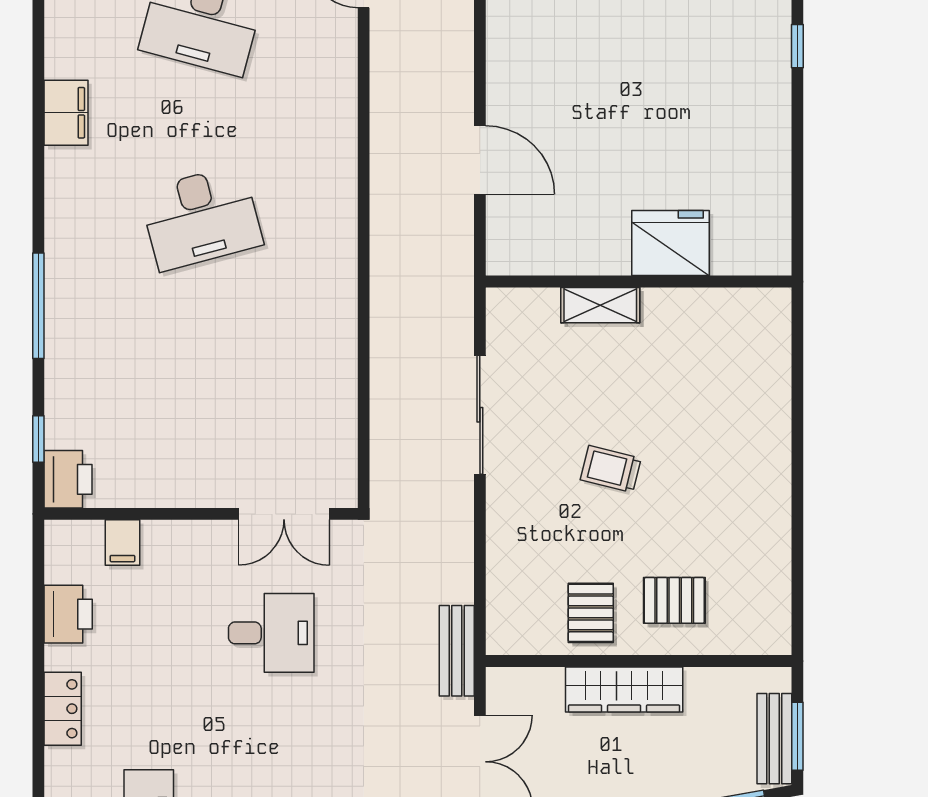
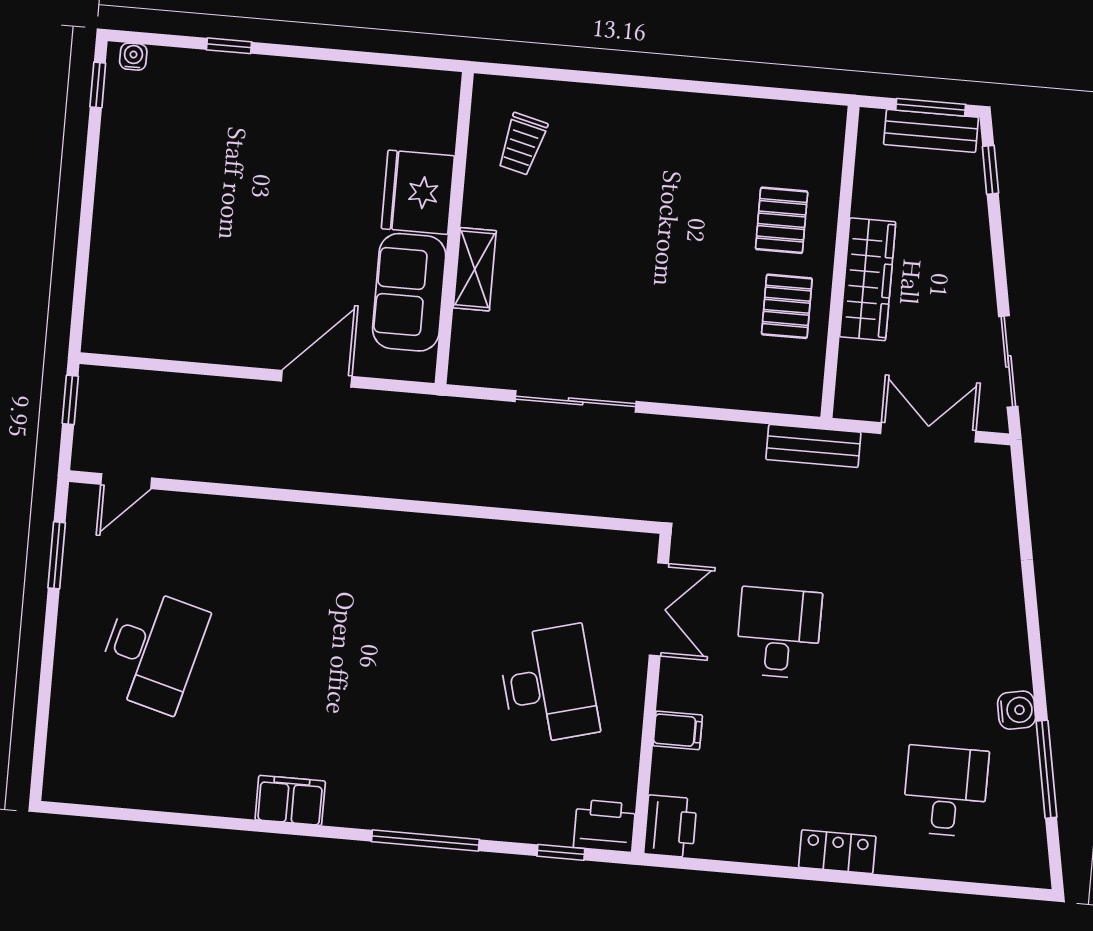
filing cabinet: (66, 113) -> (290, 800), moved
desk: (201, 218) -> (549, 685), moved
sofa: (572, 243) -> (409, 292), added
trolley: (611, 469) -> (522, 144), moved
filing cabinet: (122, 543) -> (678, 730), moved
pallet: (591, 613) -> (787, 306), turned 90
printer: (68, 614) -> (670, 826), moved, turned 90

